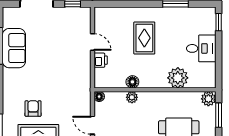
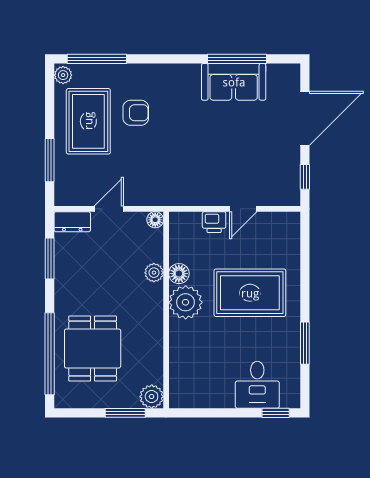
rug: (144, 38) -> (250, 293), width x1.36, depth x1.43
desk: (201, 48) -> (257, 385), moved
plant: (178, 78) -> (186, 302), moved

